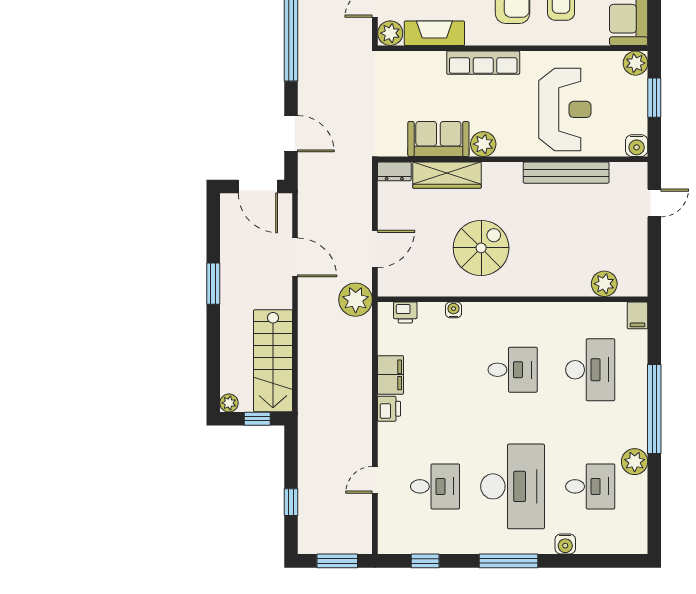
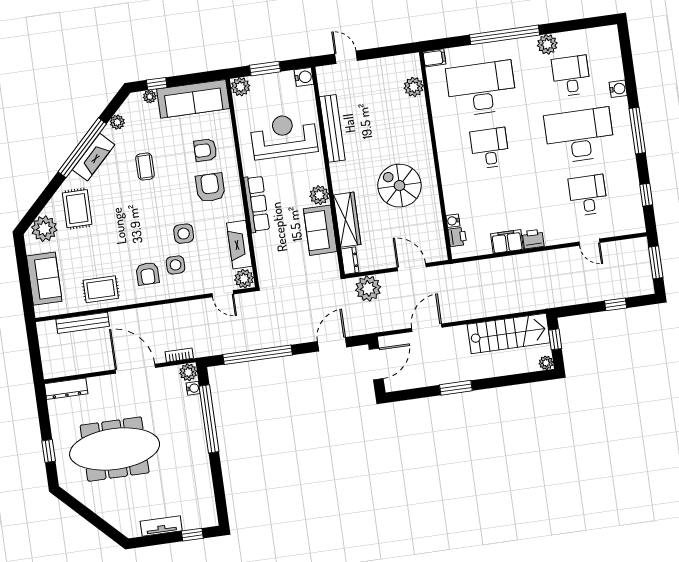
plant: (356, 300) -> (368, 288), moved
water cooler: (454, 310) -> (453, 221), moved
desk: (590, 370) -> (481, 88), width x1.36, depth x1.30

